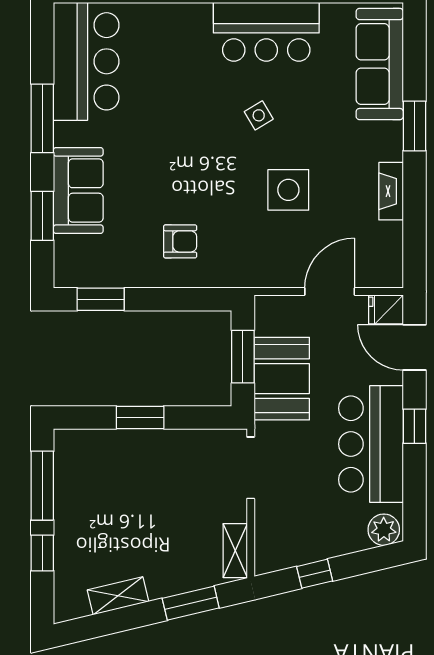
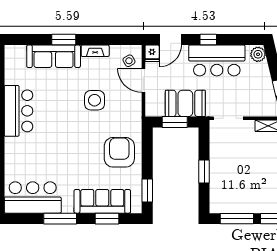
sofa: (380, 64) -> (54, 56), moved
side table: (259, 115) -> (129, 61), moved
sofa: (78, 190) -> (102, 201), width x1.36
armchair: (180, 241) -> (119, 152), width x1.88, depth x1.88

